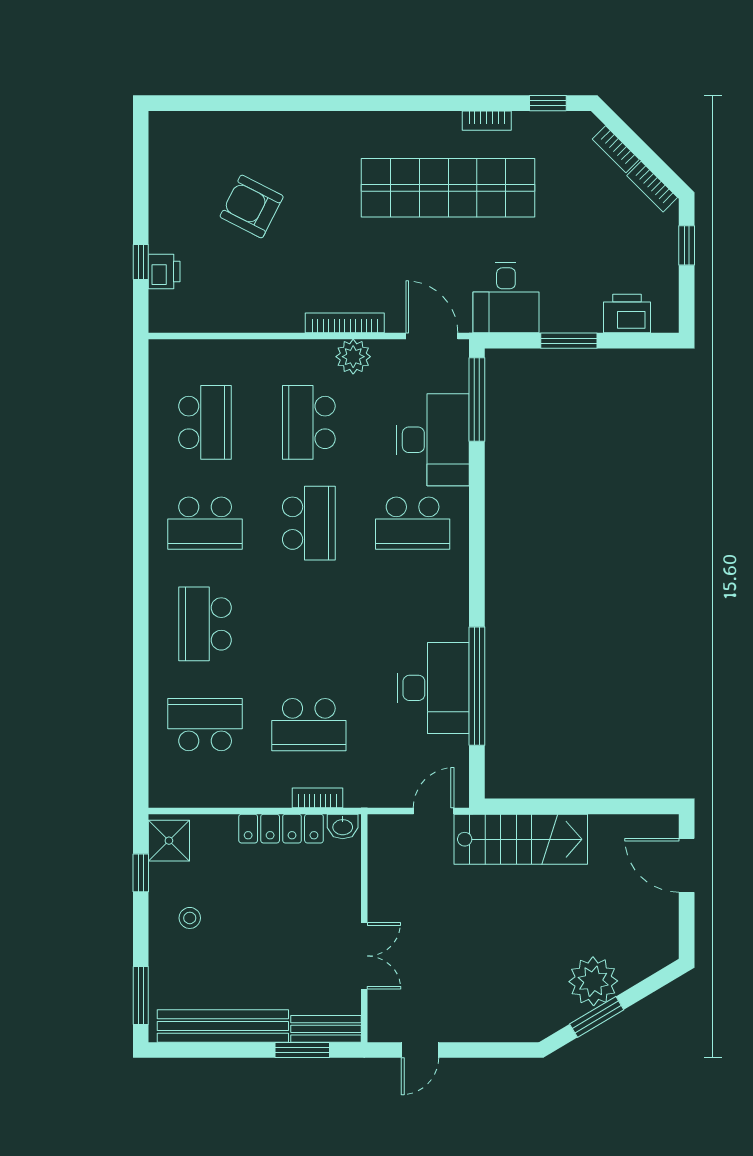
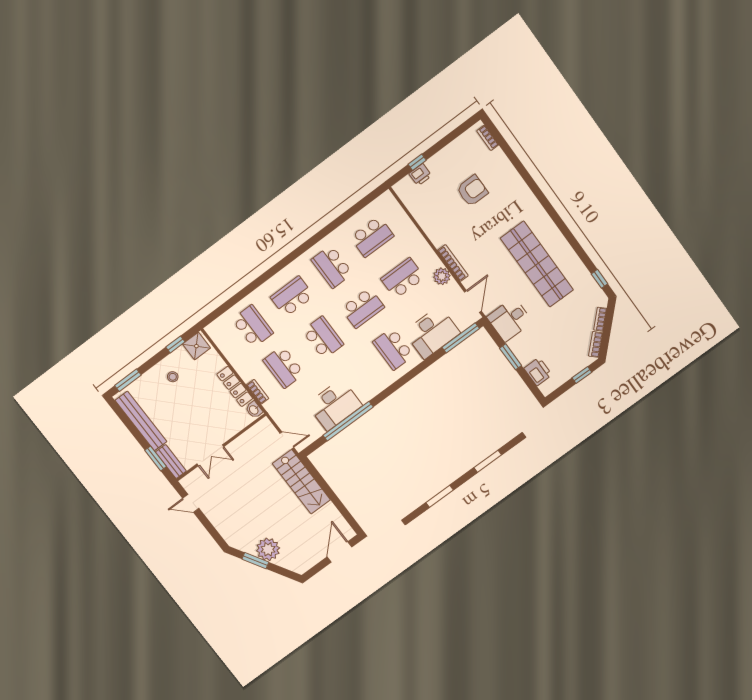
bookcase: (487, 121) -> (488, 138), moved
armchair: (252, 207) -> (472, 191), turned 63
school desk: (309, 624) -> (323, 338), added

